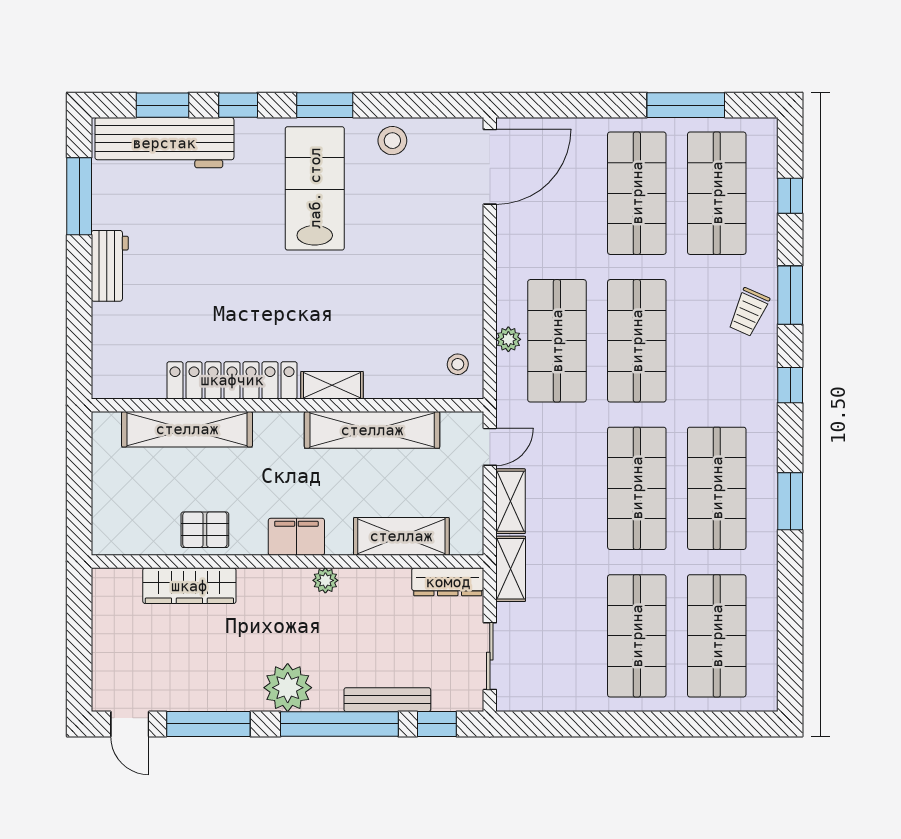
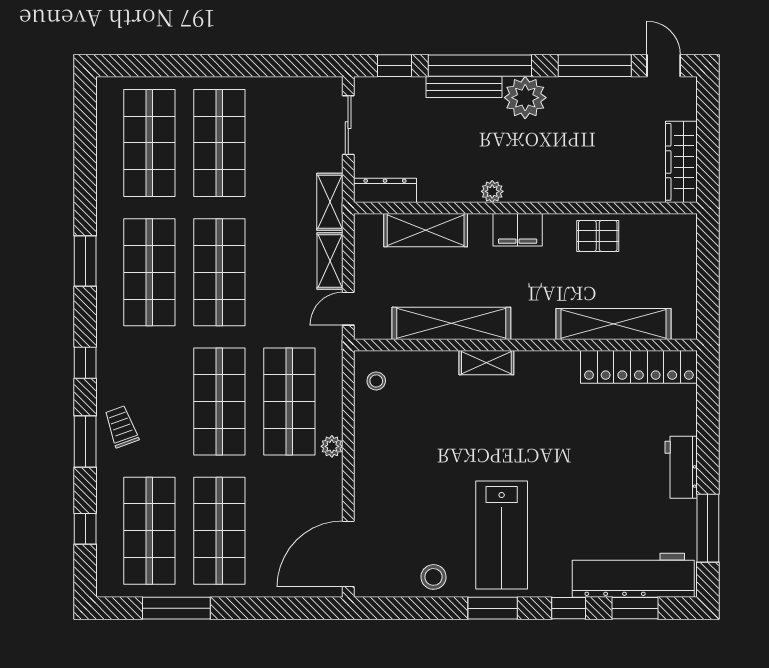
trolley: (749, 312) -> (121, 427), turned -44
plant: (508, 339) -> (332, 446), moved
locker: (232, 380) -> (639, 367), moved
wardrobe: (189, 586) -> (681, 162), moved, turned -90
bench: (387, 700) -> (464, 87), moved

